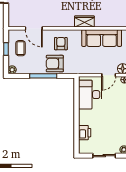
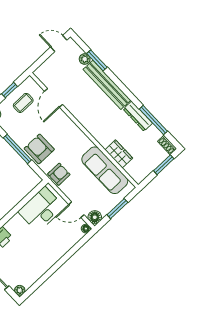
wardrobe: (84, 22) -> (119, 154), moved
armchair: (61, 44) -> (59, 174), moved

